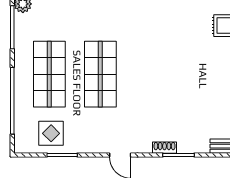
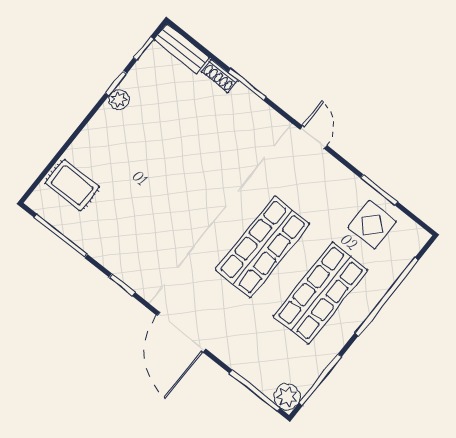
shoe rack: (164, 148) -> (219, 76), moved

